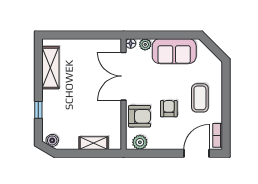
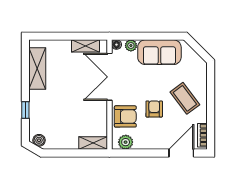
shelving: (99, 45) -> (86, 46), added
coffee table: (200, 98) -> (185, 98), turned -37
shelving: (93, 143) -> (93, 143), moved

